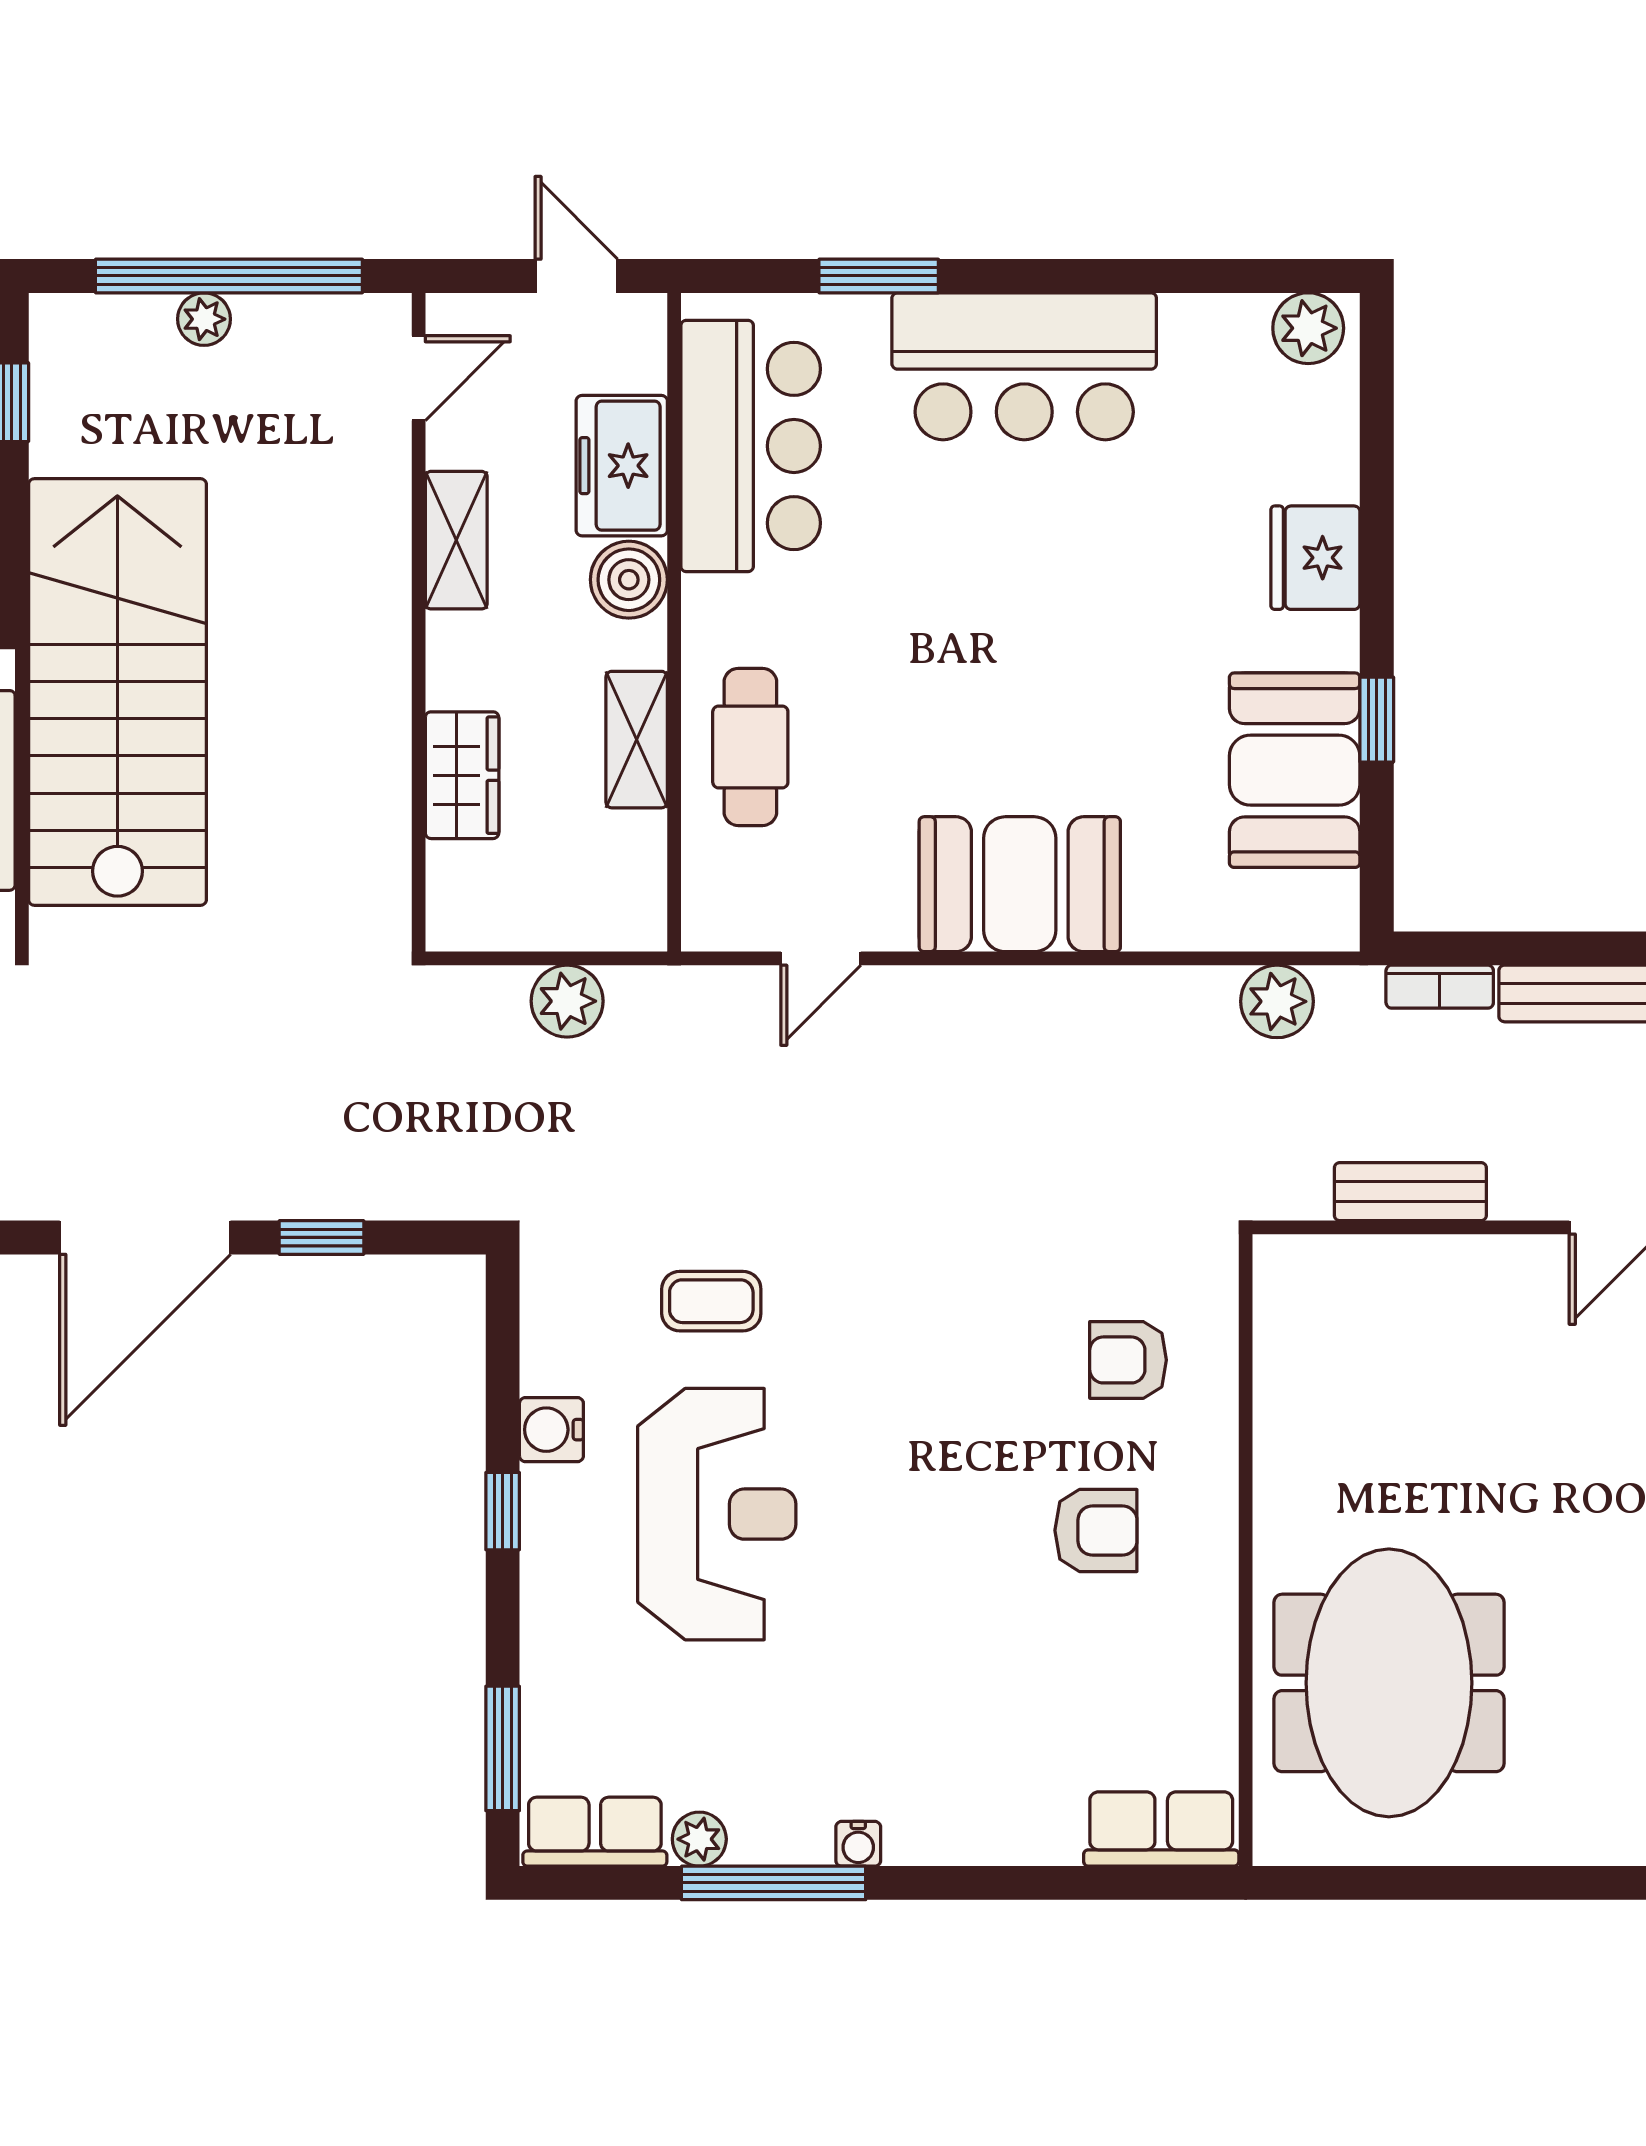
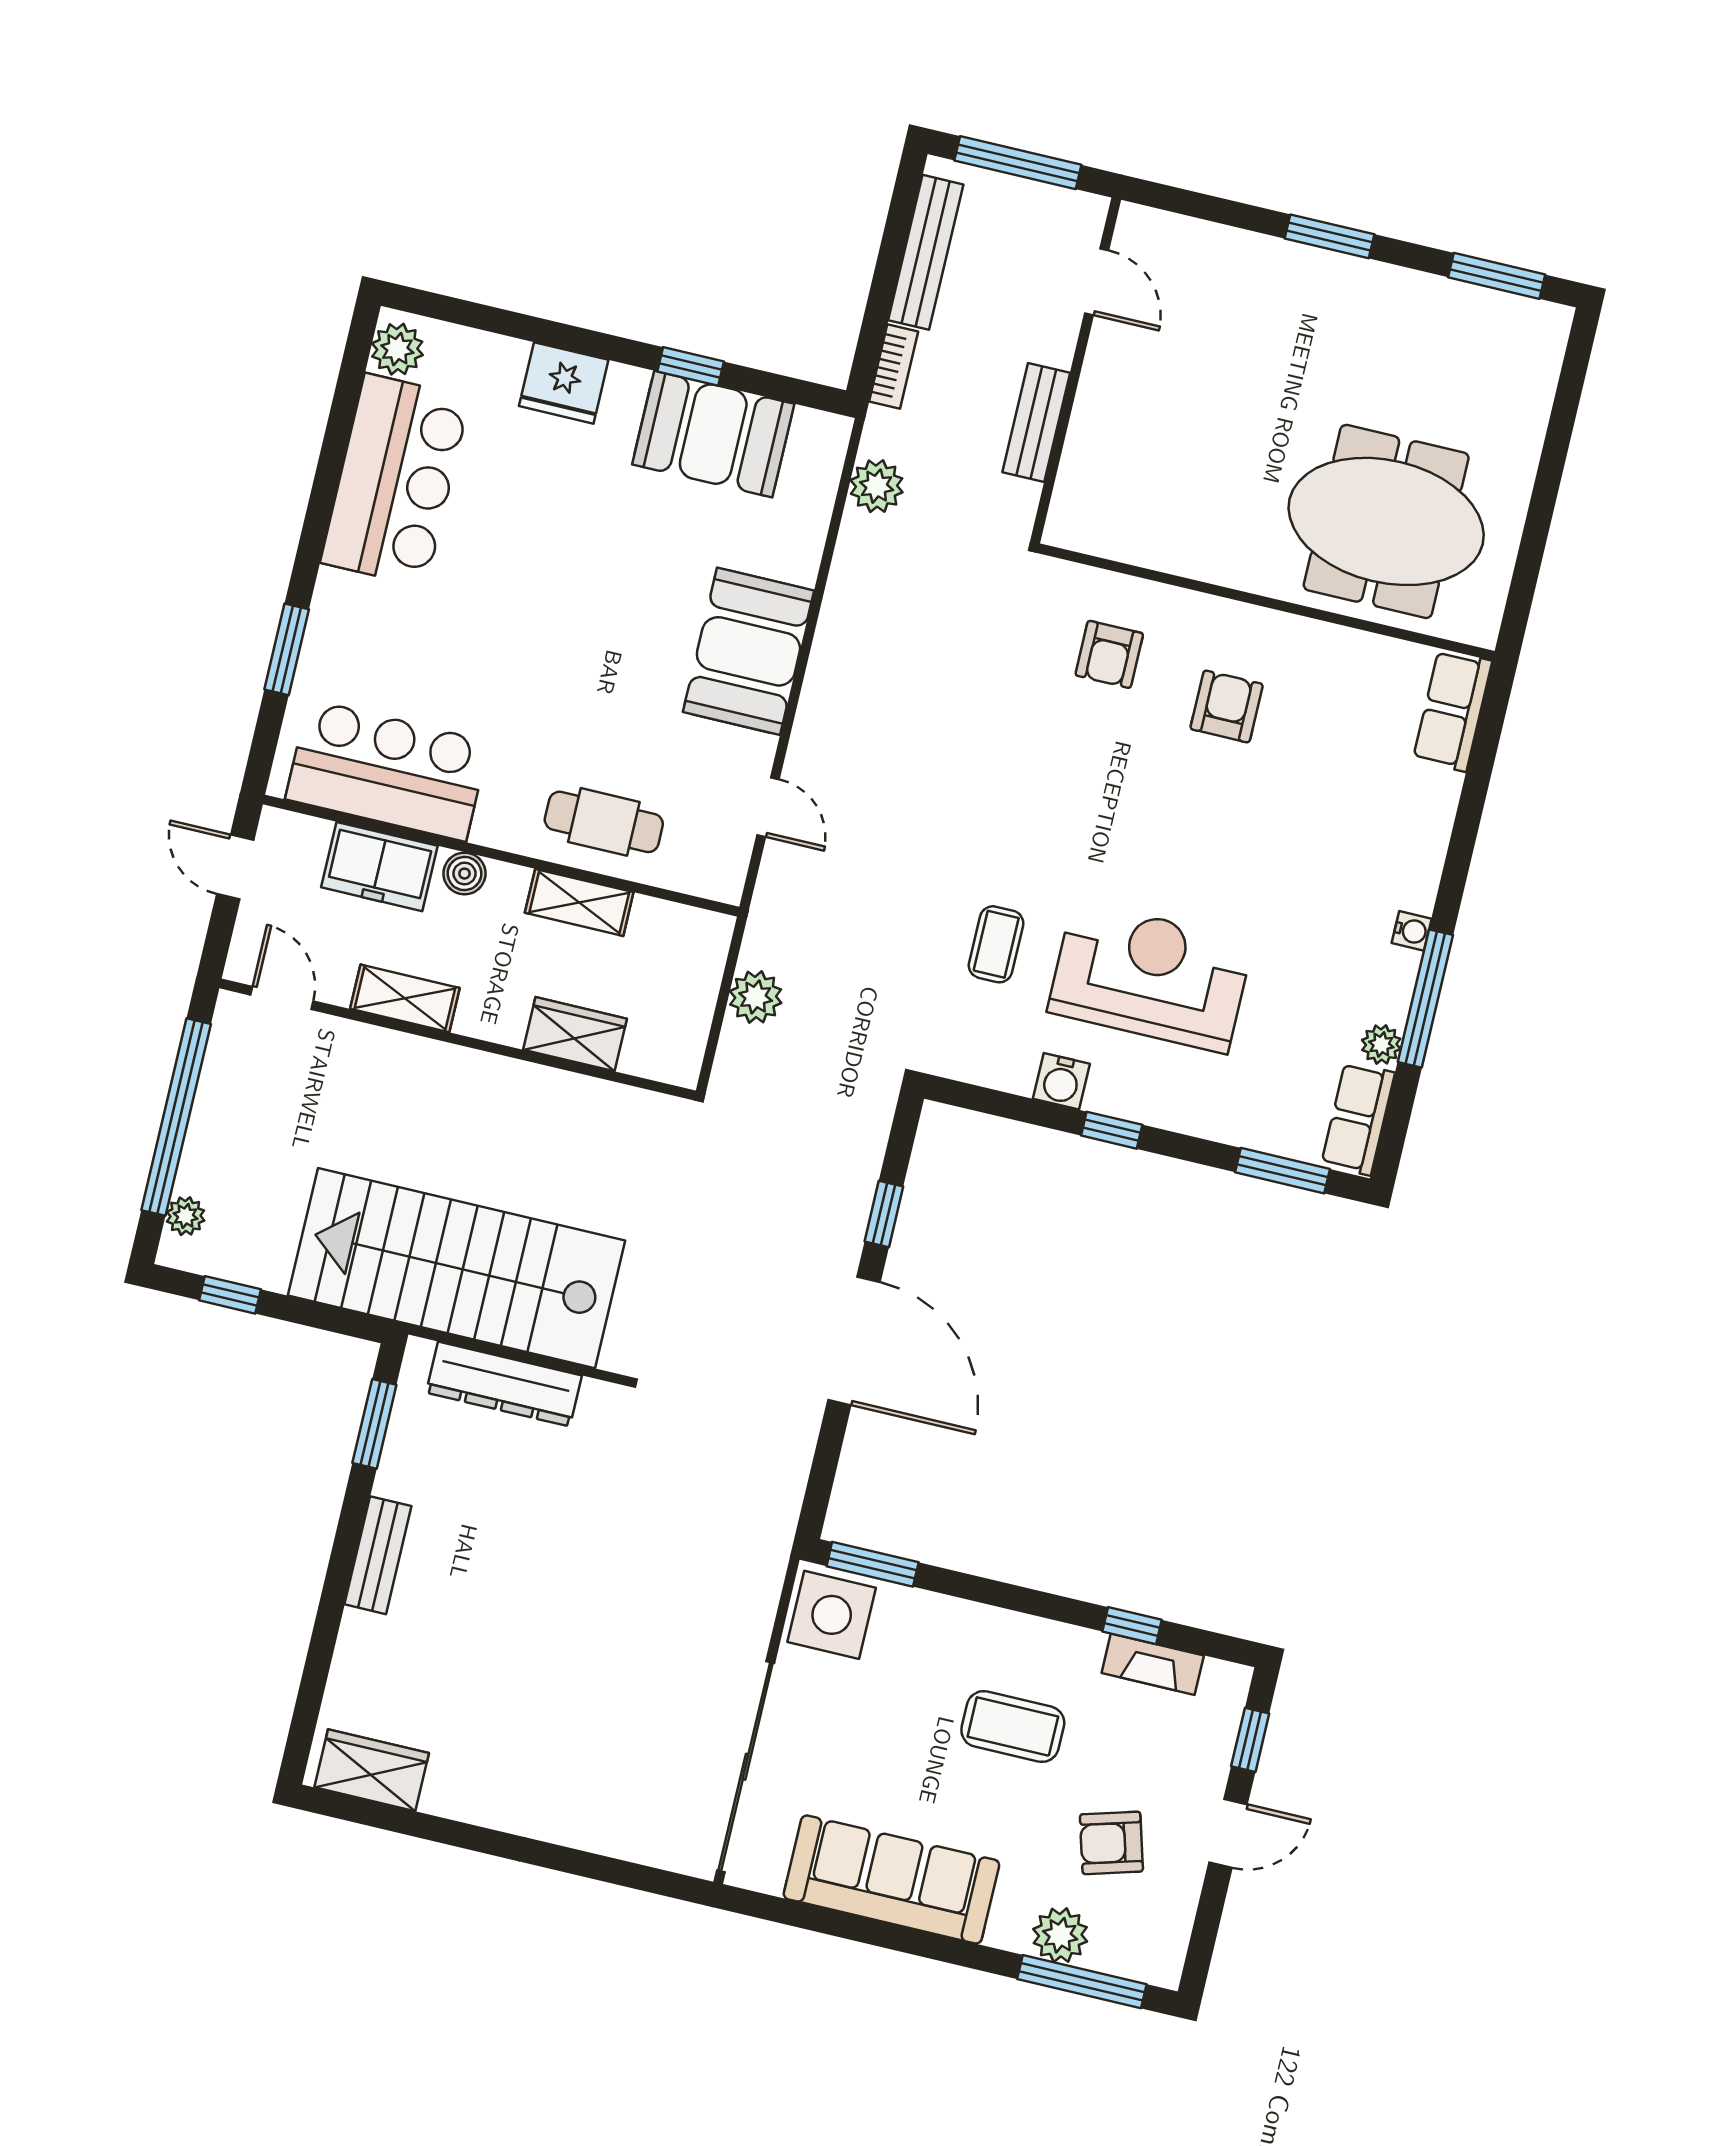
door: (576, 276) -> (235, 867), hinge flipped
plant: (204, 319) -> (185, 1216), moved
bar counter: (1024, 366) -> (395, 480), moved
boiler: (629, 580) -> (465, 874), width x0.73, depth x0.73

